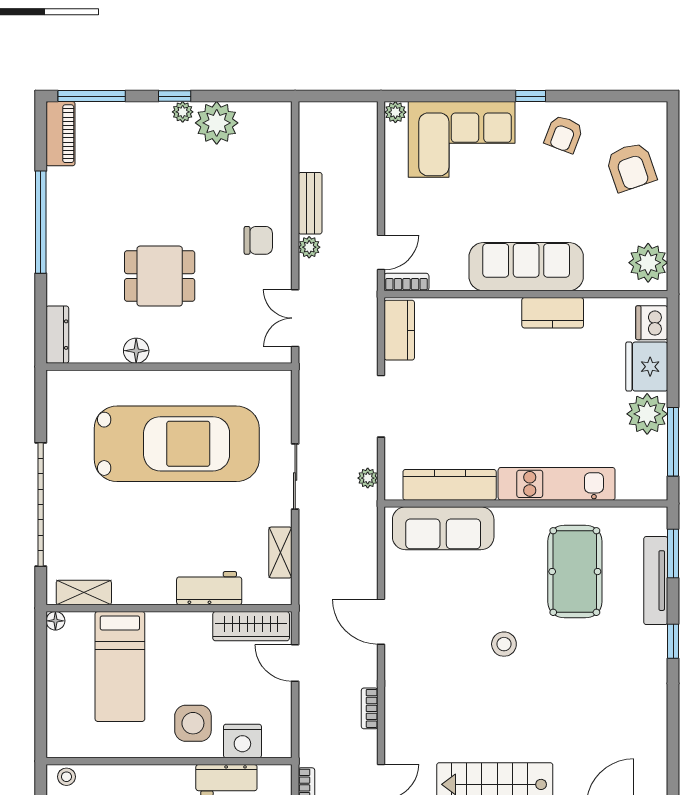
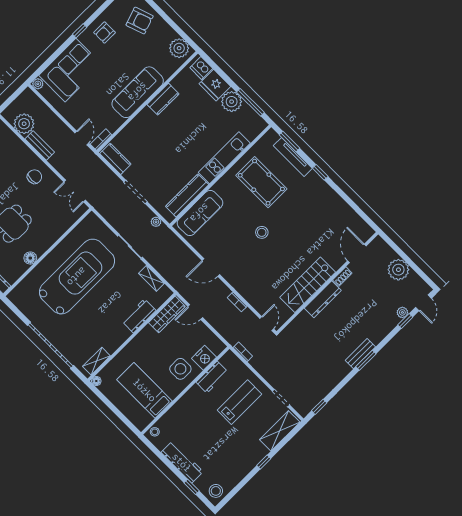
armchair: (564, 134) -> (104, 33), turned 69
plant: (309, 247) -> (24, 124), moved, width x1.88, depth x1.88
bed: (120, 666) -> (145, 390), moved, turned 180

